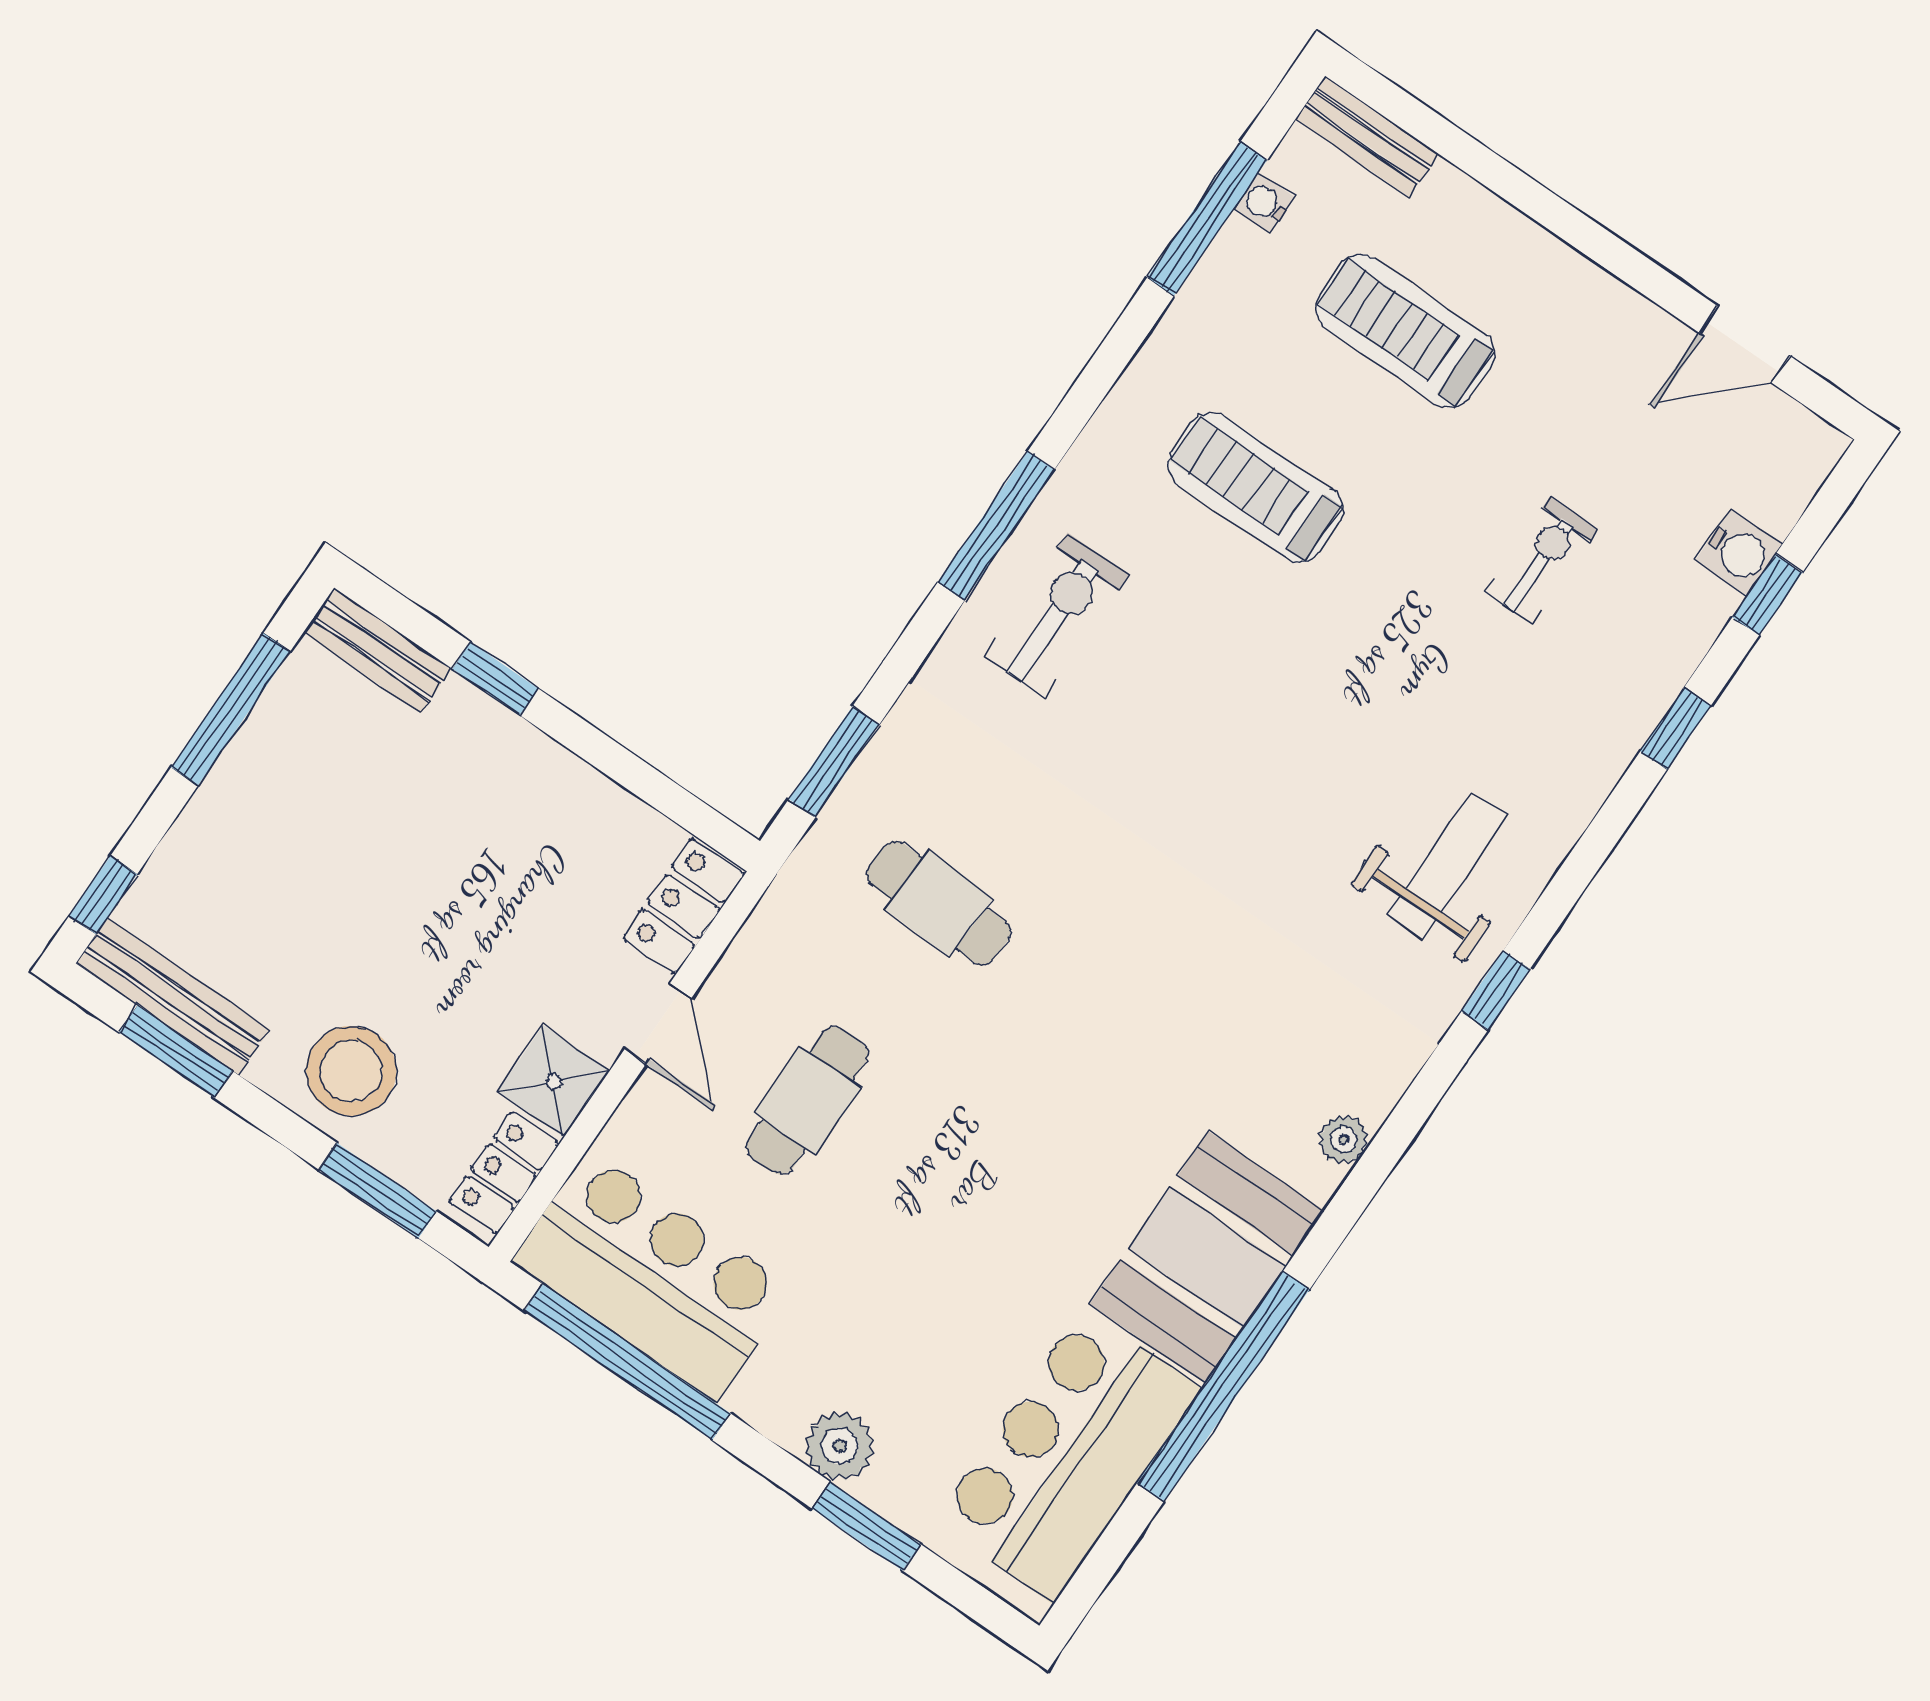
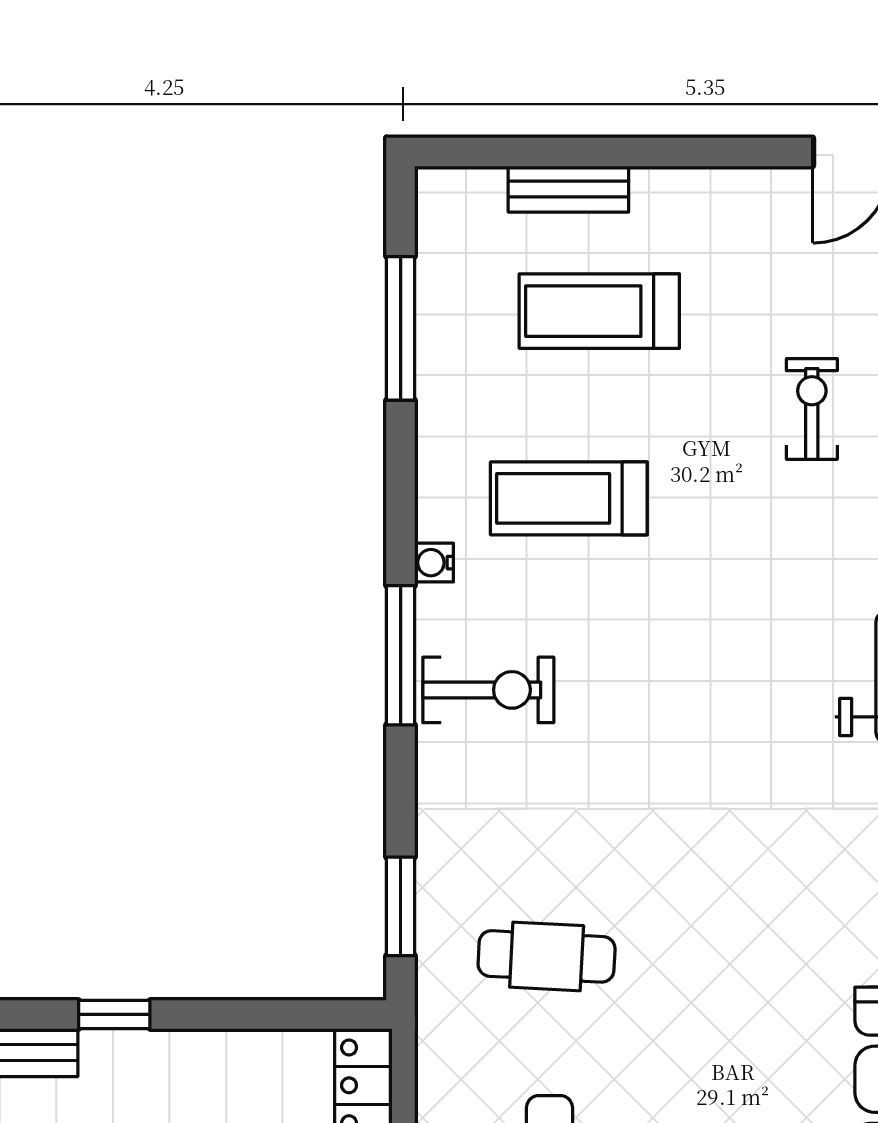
bench: (1367, 136) -> (568, 189), moved
water cooler: (1264, 203) -> (434, 563), moved
exercise bike: (1056, 615) -> (488, 690), turned 90

